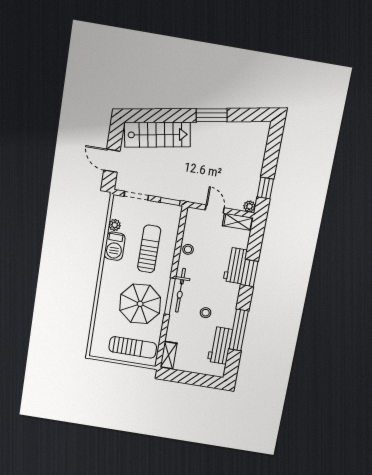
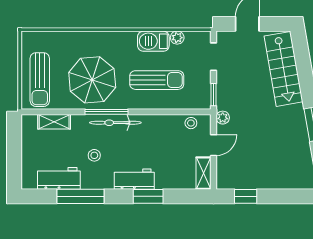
plant: (250, 206) -> (223, 118), moved
stool: (188, 249) -> (191, 123), moved
workbench: (235, 265) -> (134, 179), moved
shelving: (169, 355) -> (54, 122), moved

